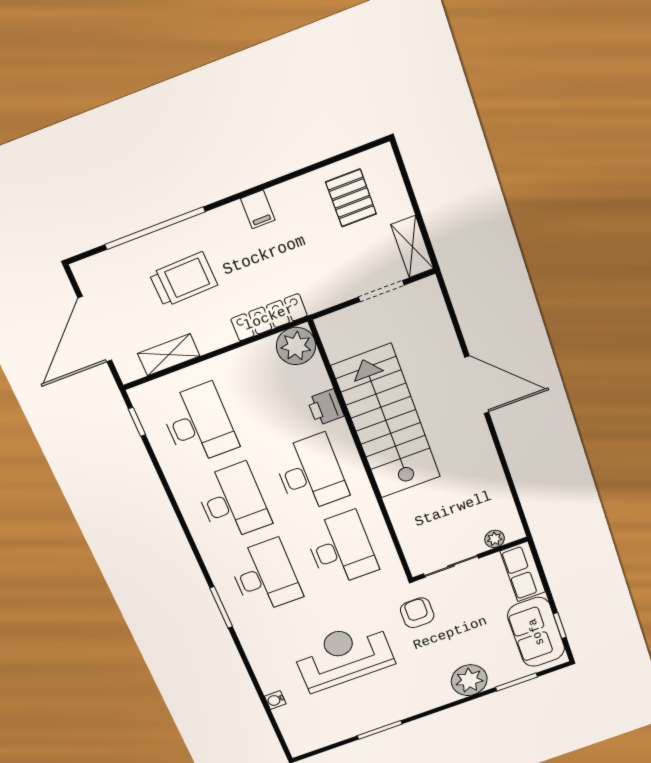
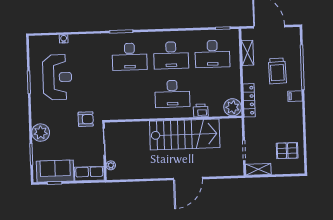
filing cabinet: (258, 209) -> (295, 96), moved
desk: (341, 549) -> (131, 95), removed
reception desk: (343, 656) -> (57, 77), moved

